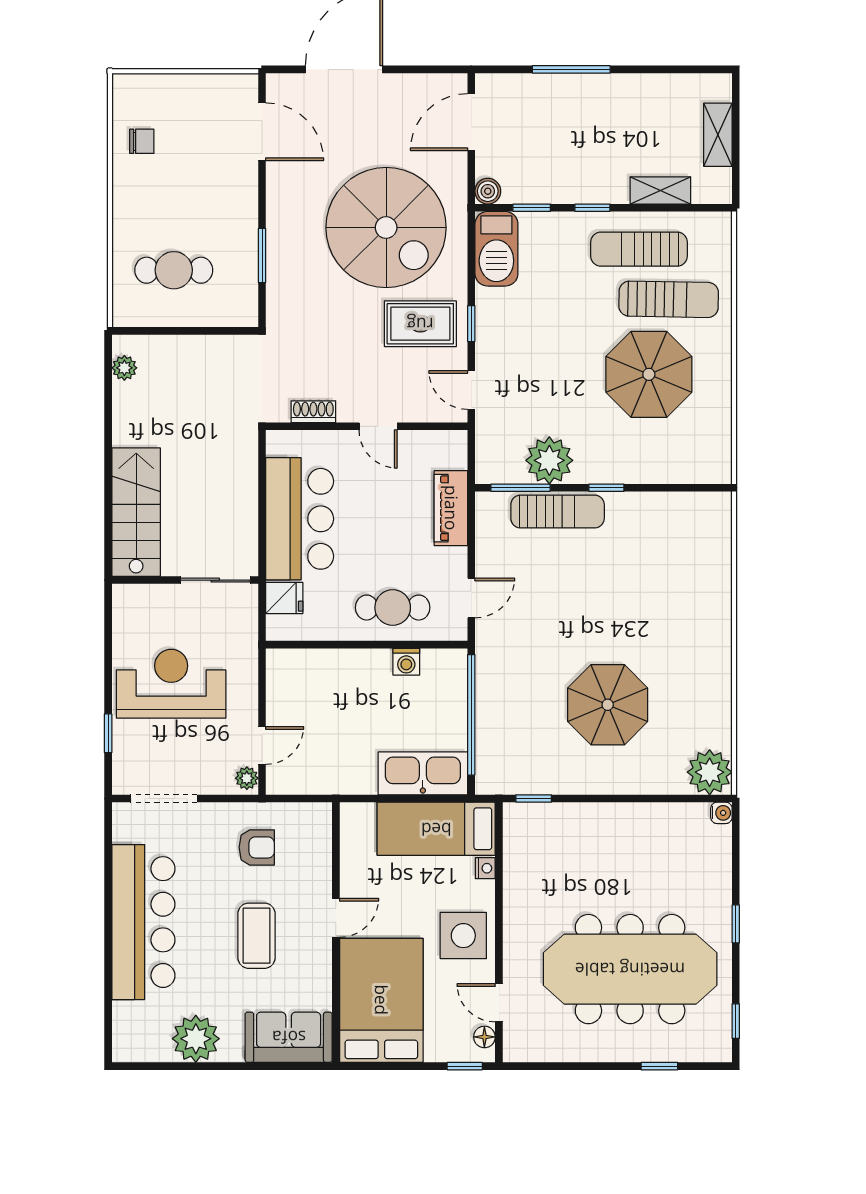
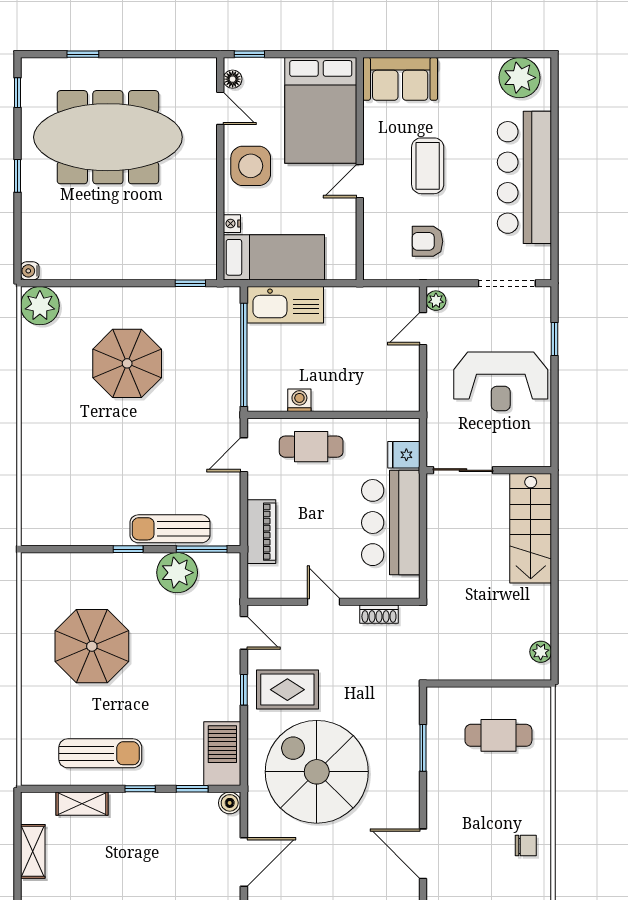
chair: (142, 141) -> (526, 846), turned 180
sun lounger: (669, 299) -> (75, 710), removed
plant: (196, 1039) -> (520, 78), moved

